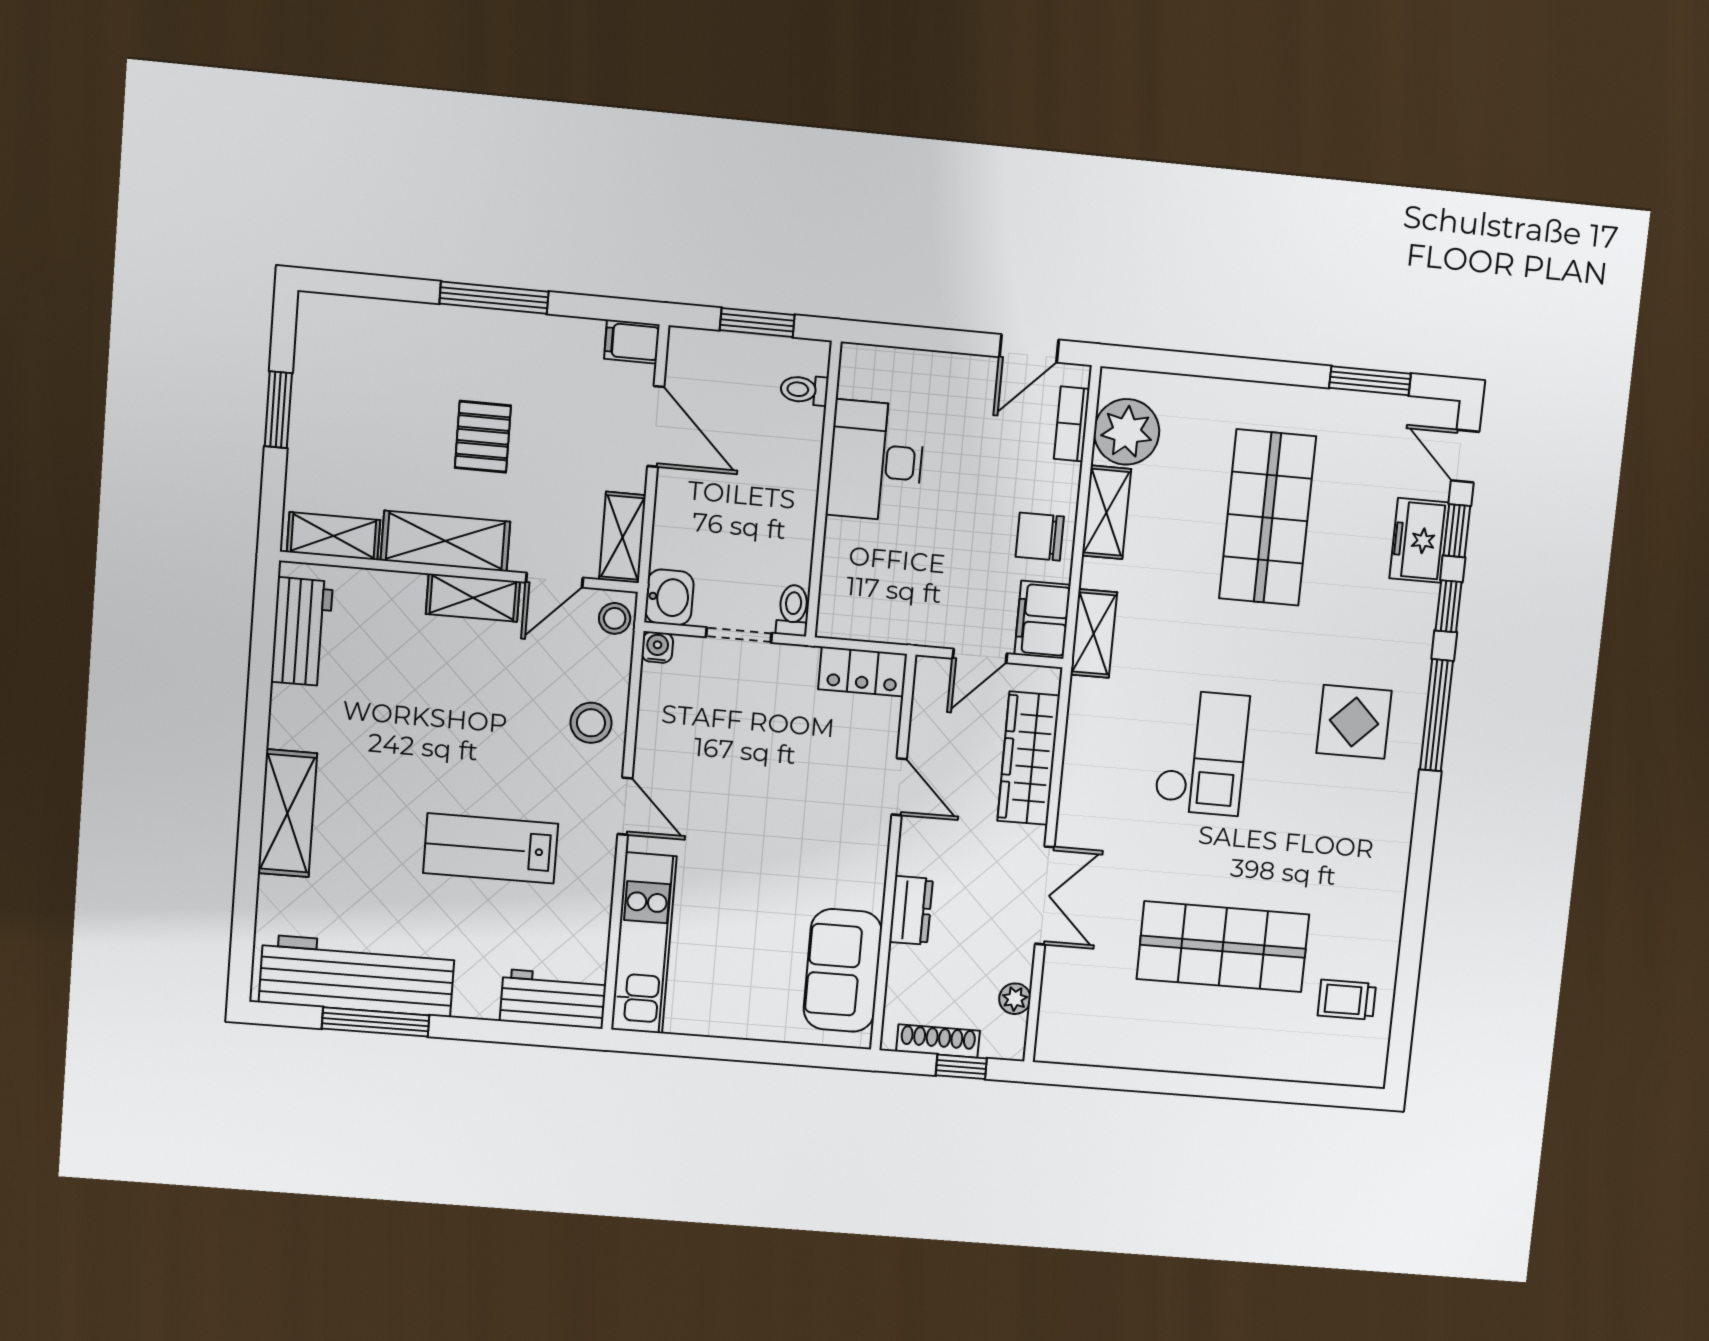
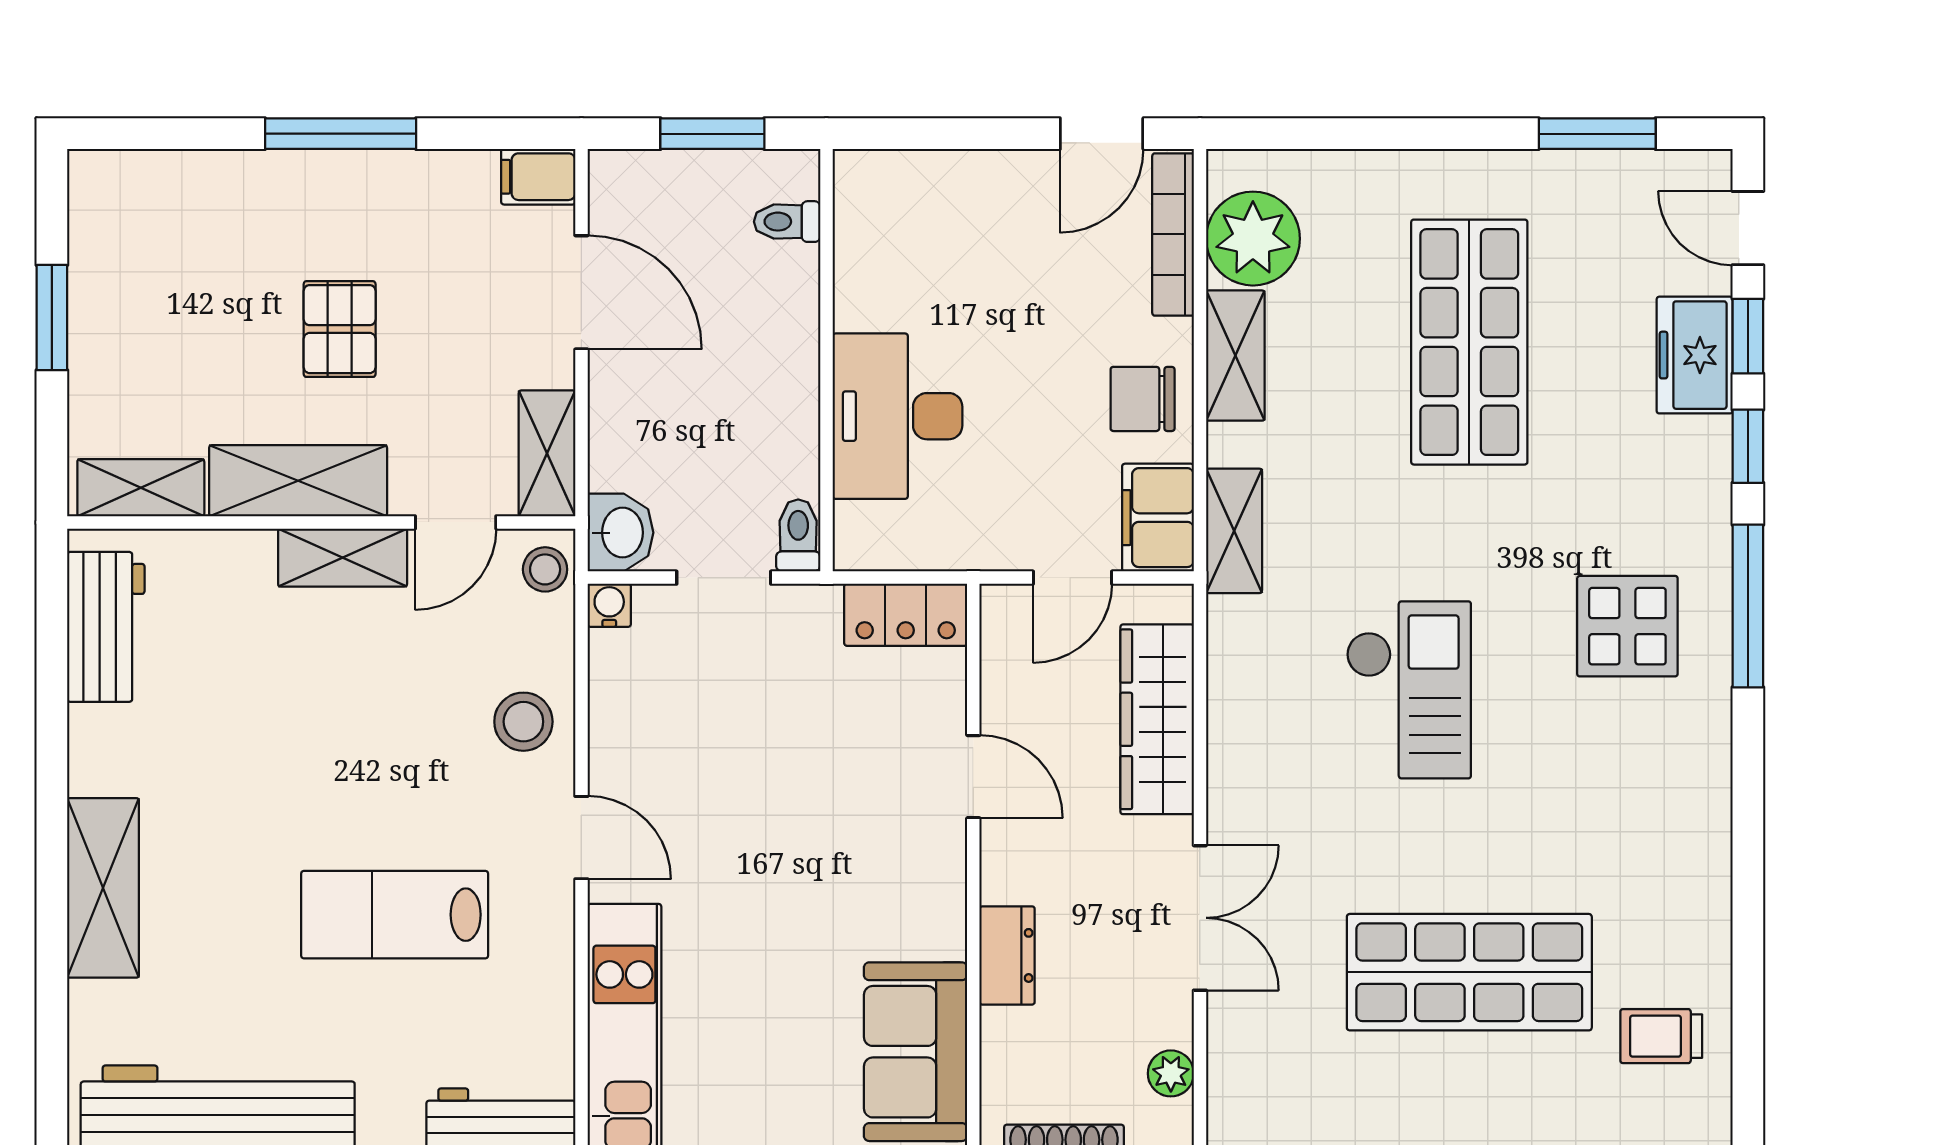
bookcase: (1072, 424) -> (1173, 234), width x1.56
desk: (876, 461) -> (897, 416), moved

